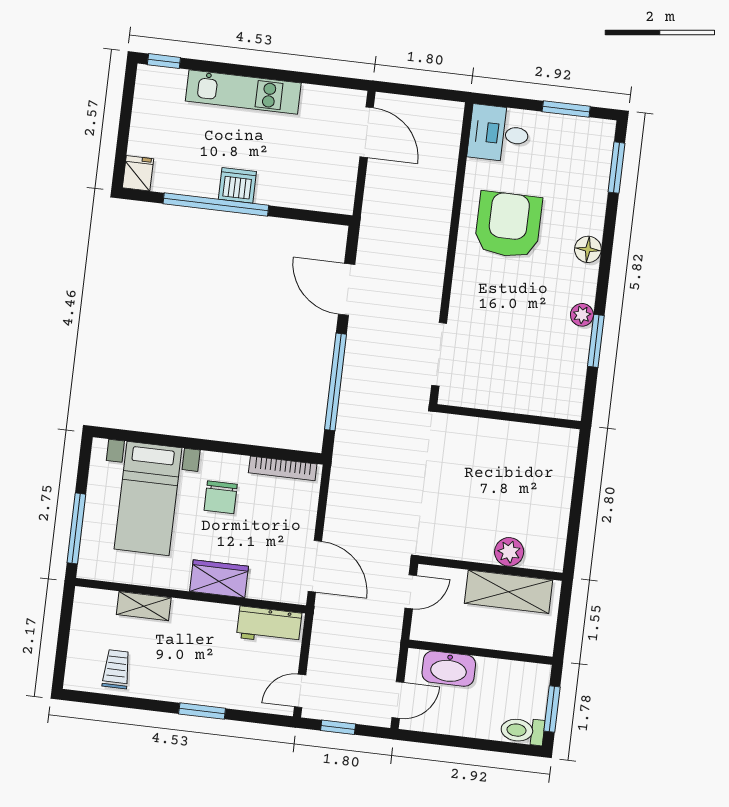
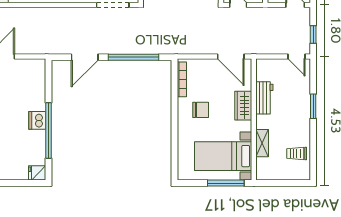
bed with nightstands: (148, 498) -> (223, 156), moved, turned 180
door: (315, 566) -> (231, 56), swing flipped
workbench: (269, 625) -> (264, 98), moved

